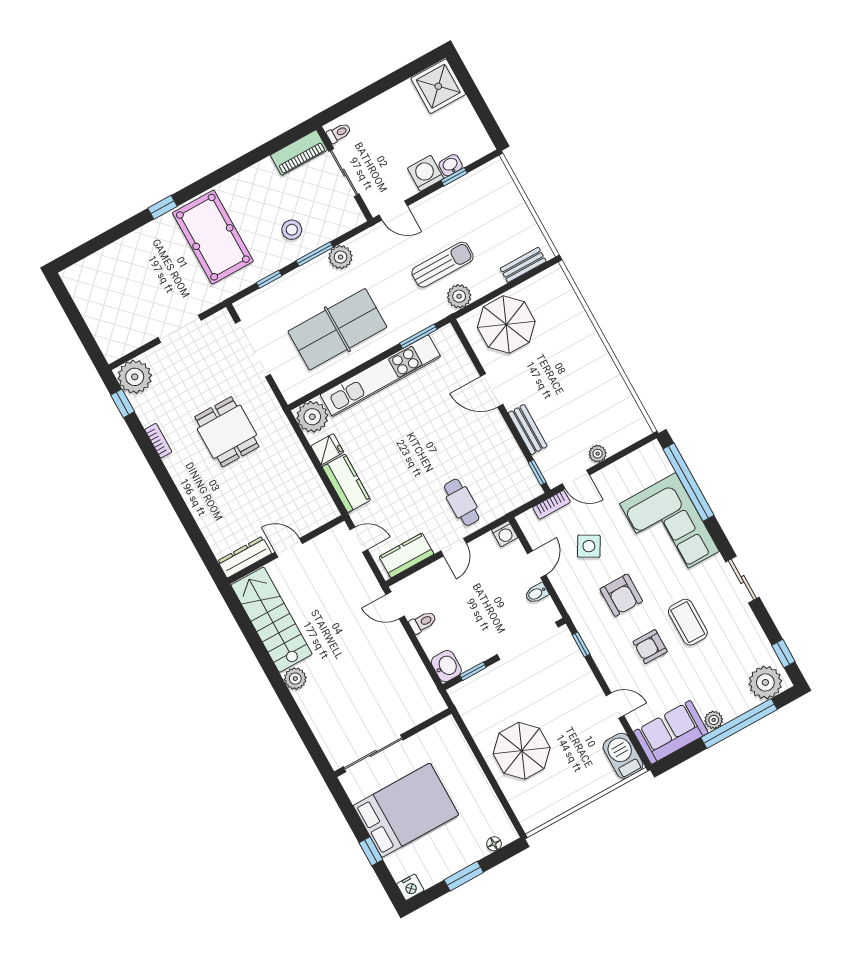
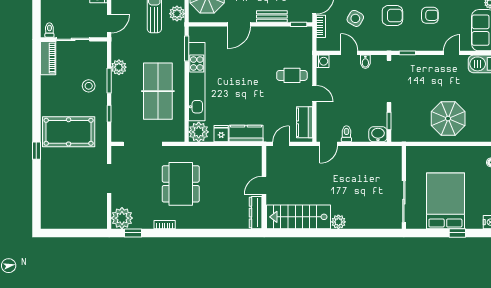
dining table: (227, 432) -> (181, 184), width x1.38
armchair: (650, 647) -> (430, 15), turned -90

